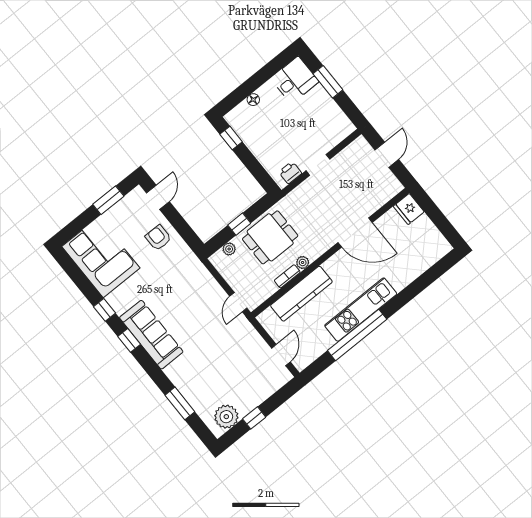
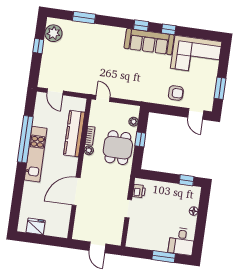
fridge: (409, 209) -> (36, 226), moved
sofa: (151, 335) -> (149, 42), moved

